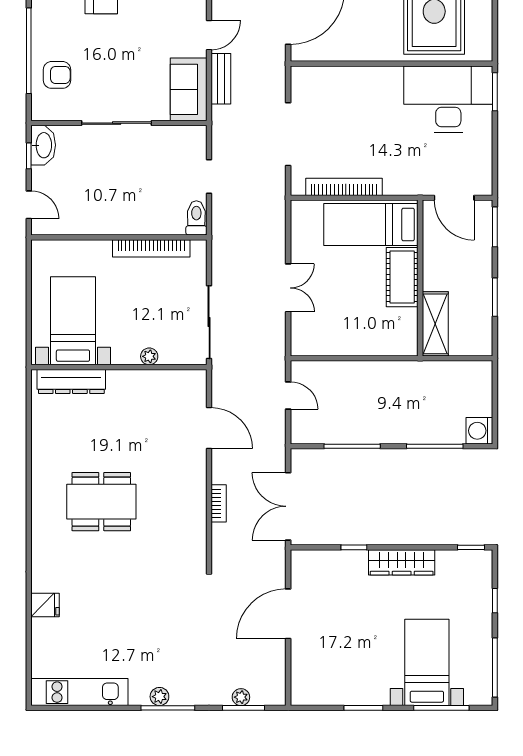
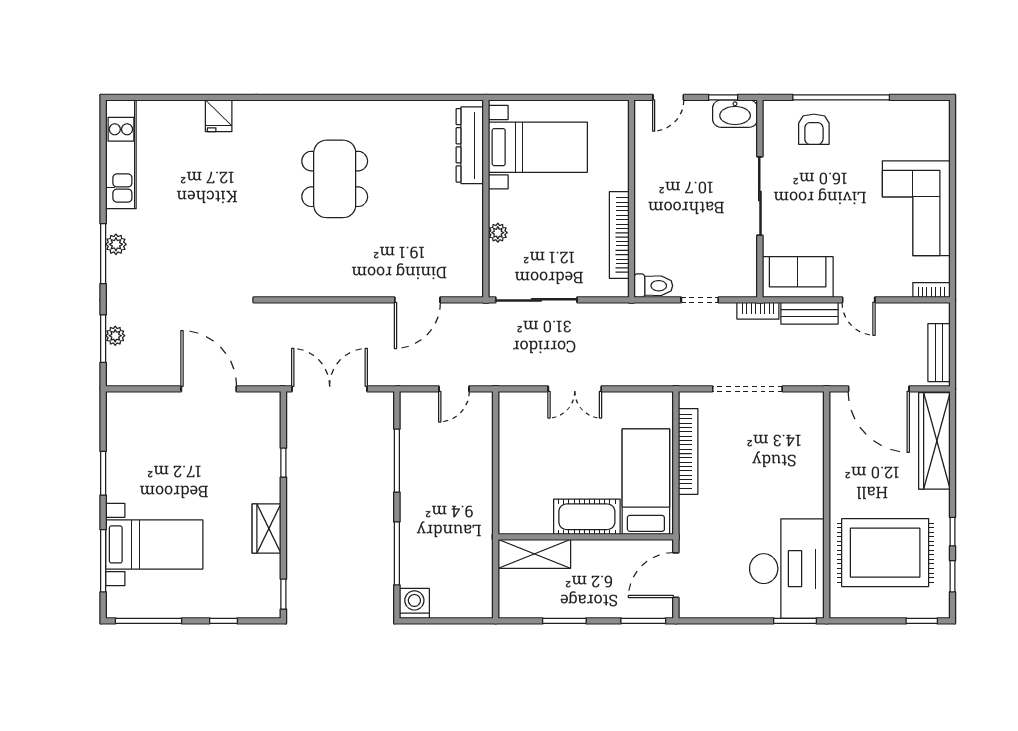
bookcase: (219, 503) -> (758, 311), moved
wardrobe: (402, 562) -> (267, 528), width x0.67

